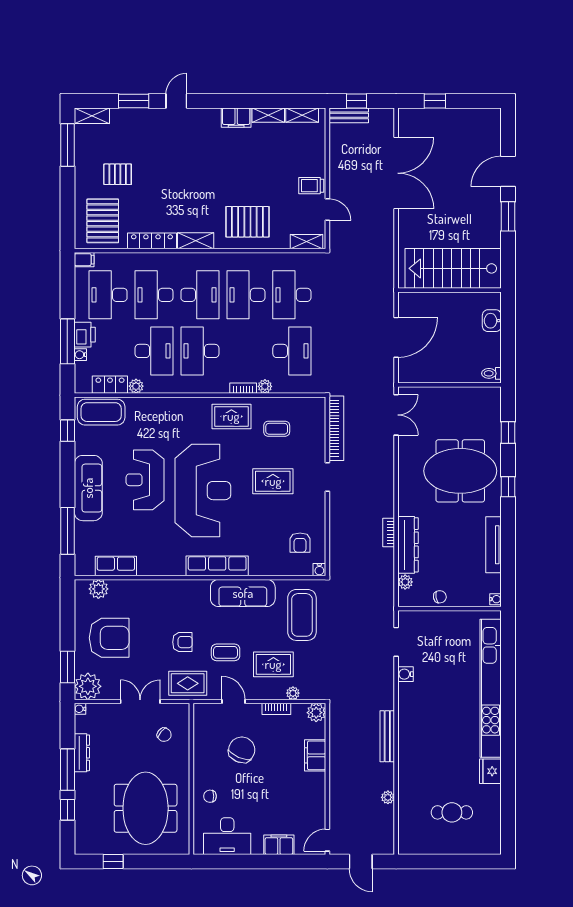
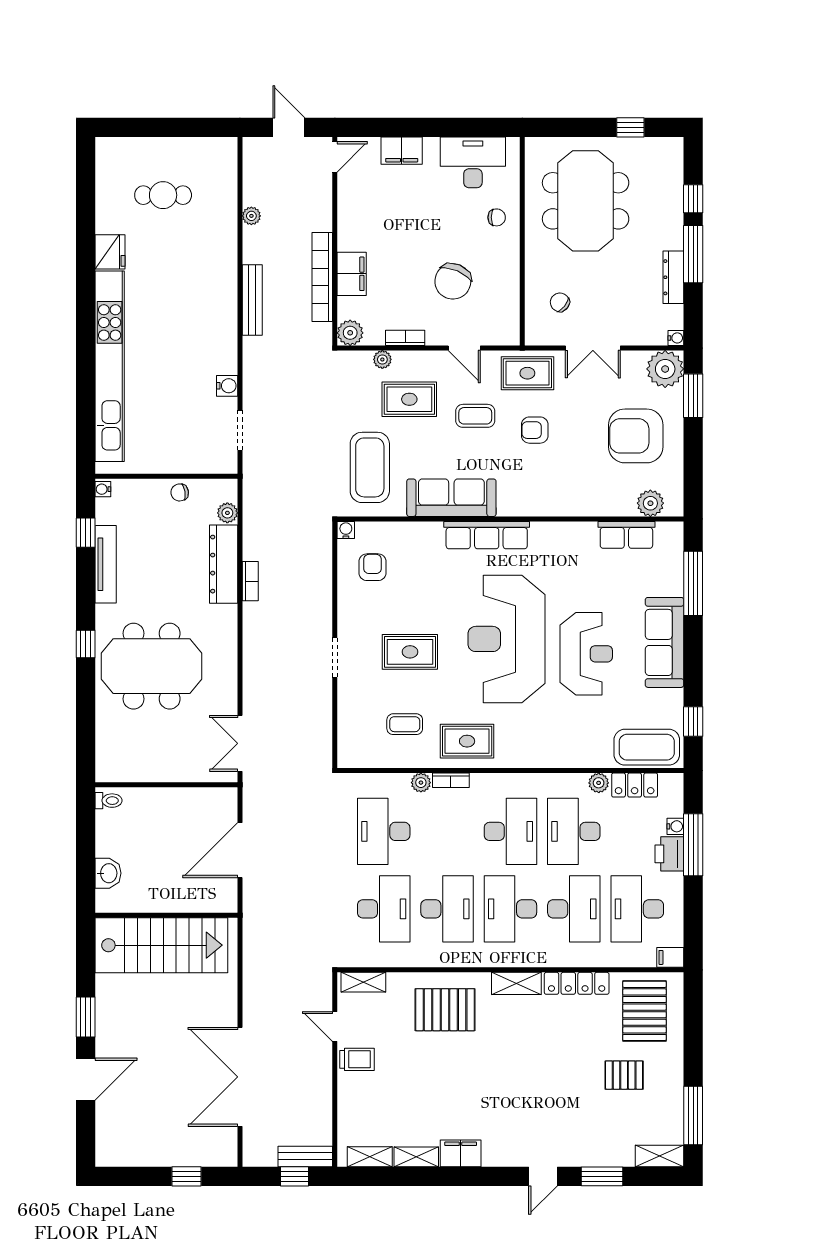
desk: (108, 295) -> (637, 909), turned 180
bookcase: (336, 428) -> (322, 277), moved
window: (508, 433) -> (86, 533), moved

